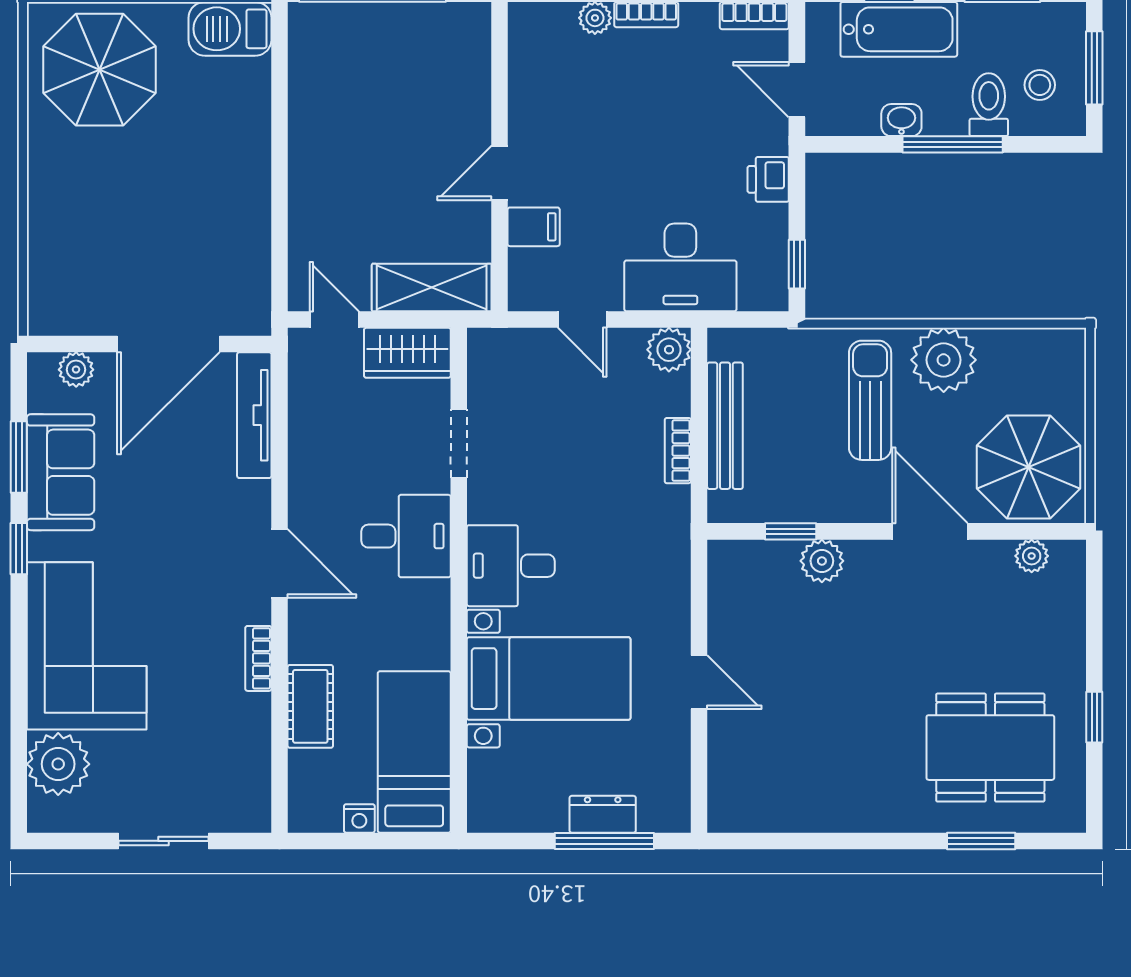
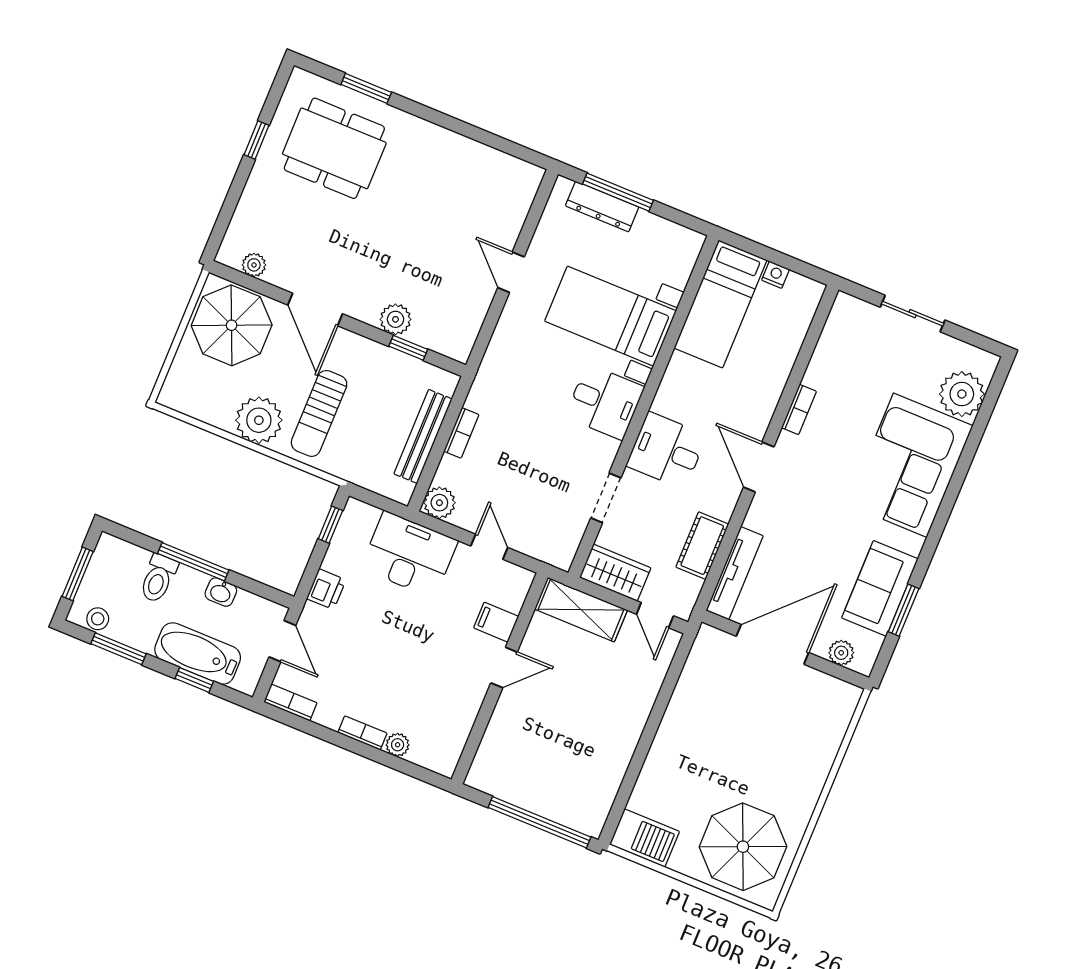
stool: (1040, 85) -> (98, 619), moved
window: (19, 549) -> (929, 549), removed
cot: (310, 706) -> (702, 546), moved
dresser: (603, 814) -> (602, 207), width x1.44

